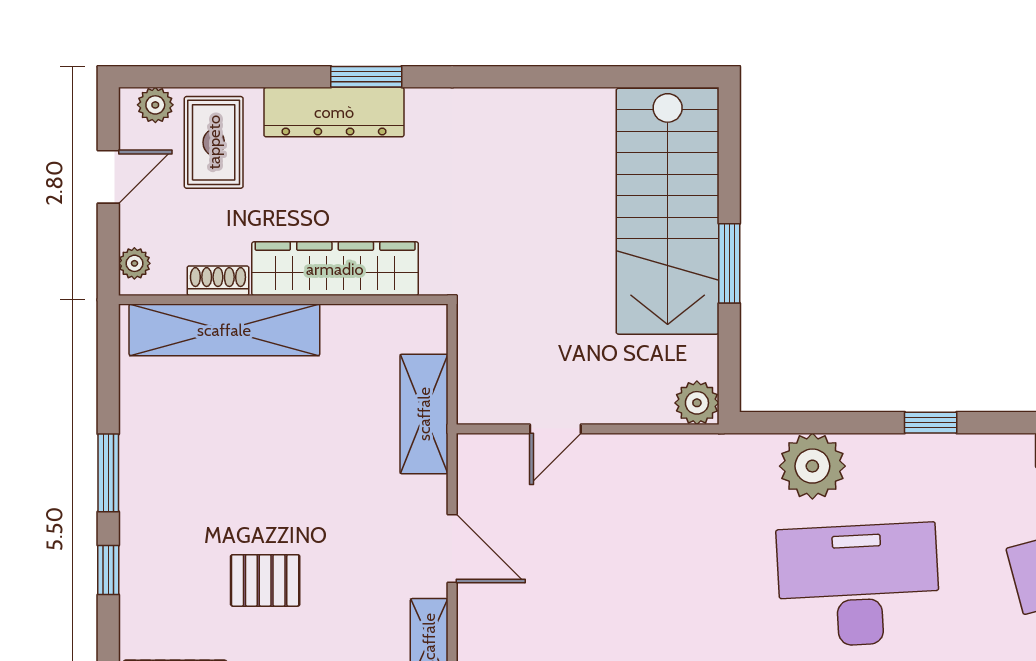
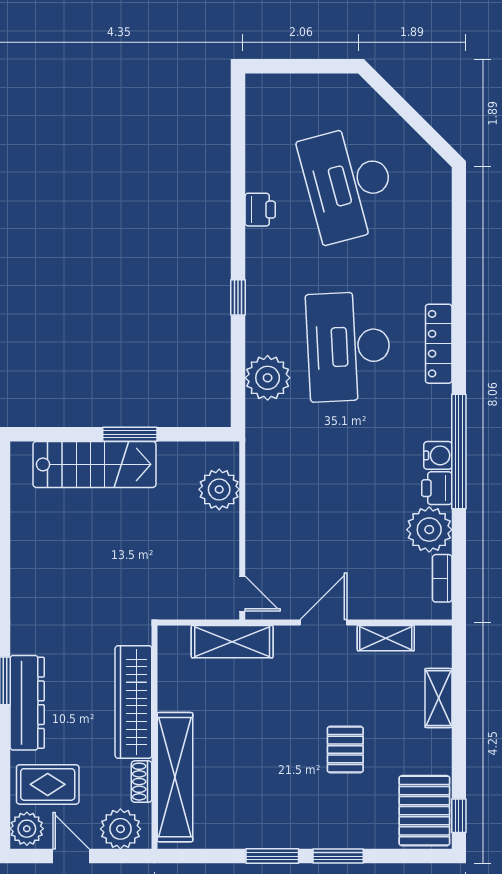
plant: (155, 105) -> (27, 829), width x1.38, depth x1.38
stairs: (668, 211) -> (94, 464), width x0.73, depth x0.66
plant: (134, 263) -> (120, 829), width x1.88, depth x1.88
plant: (697, 403) -> (219, 489), moved, width x1.36, depth x1.36
door: (555, 429) -> (242, 594), moved
window: (108, 570) -> (338, 856), width x1.50

